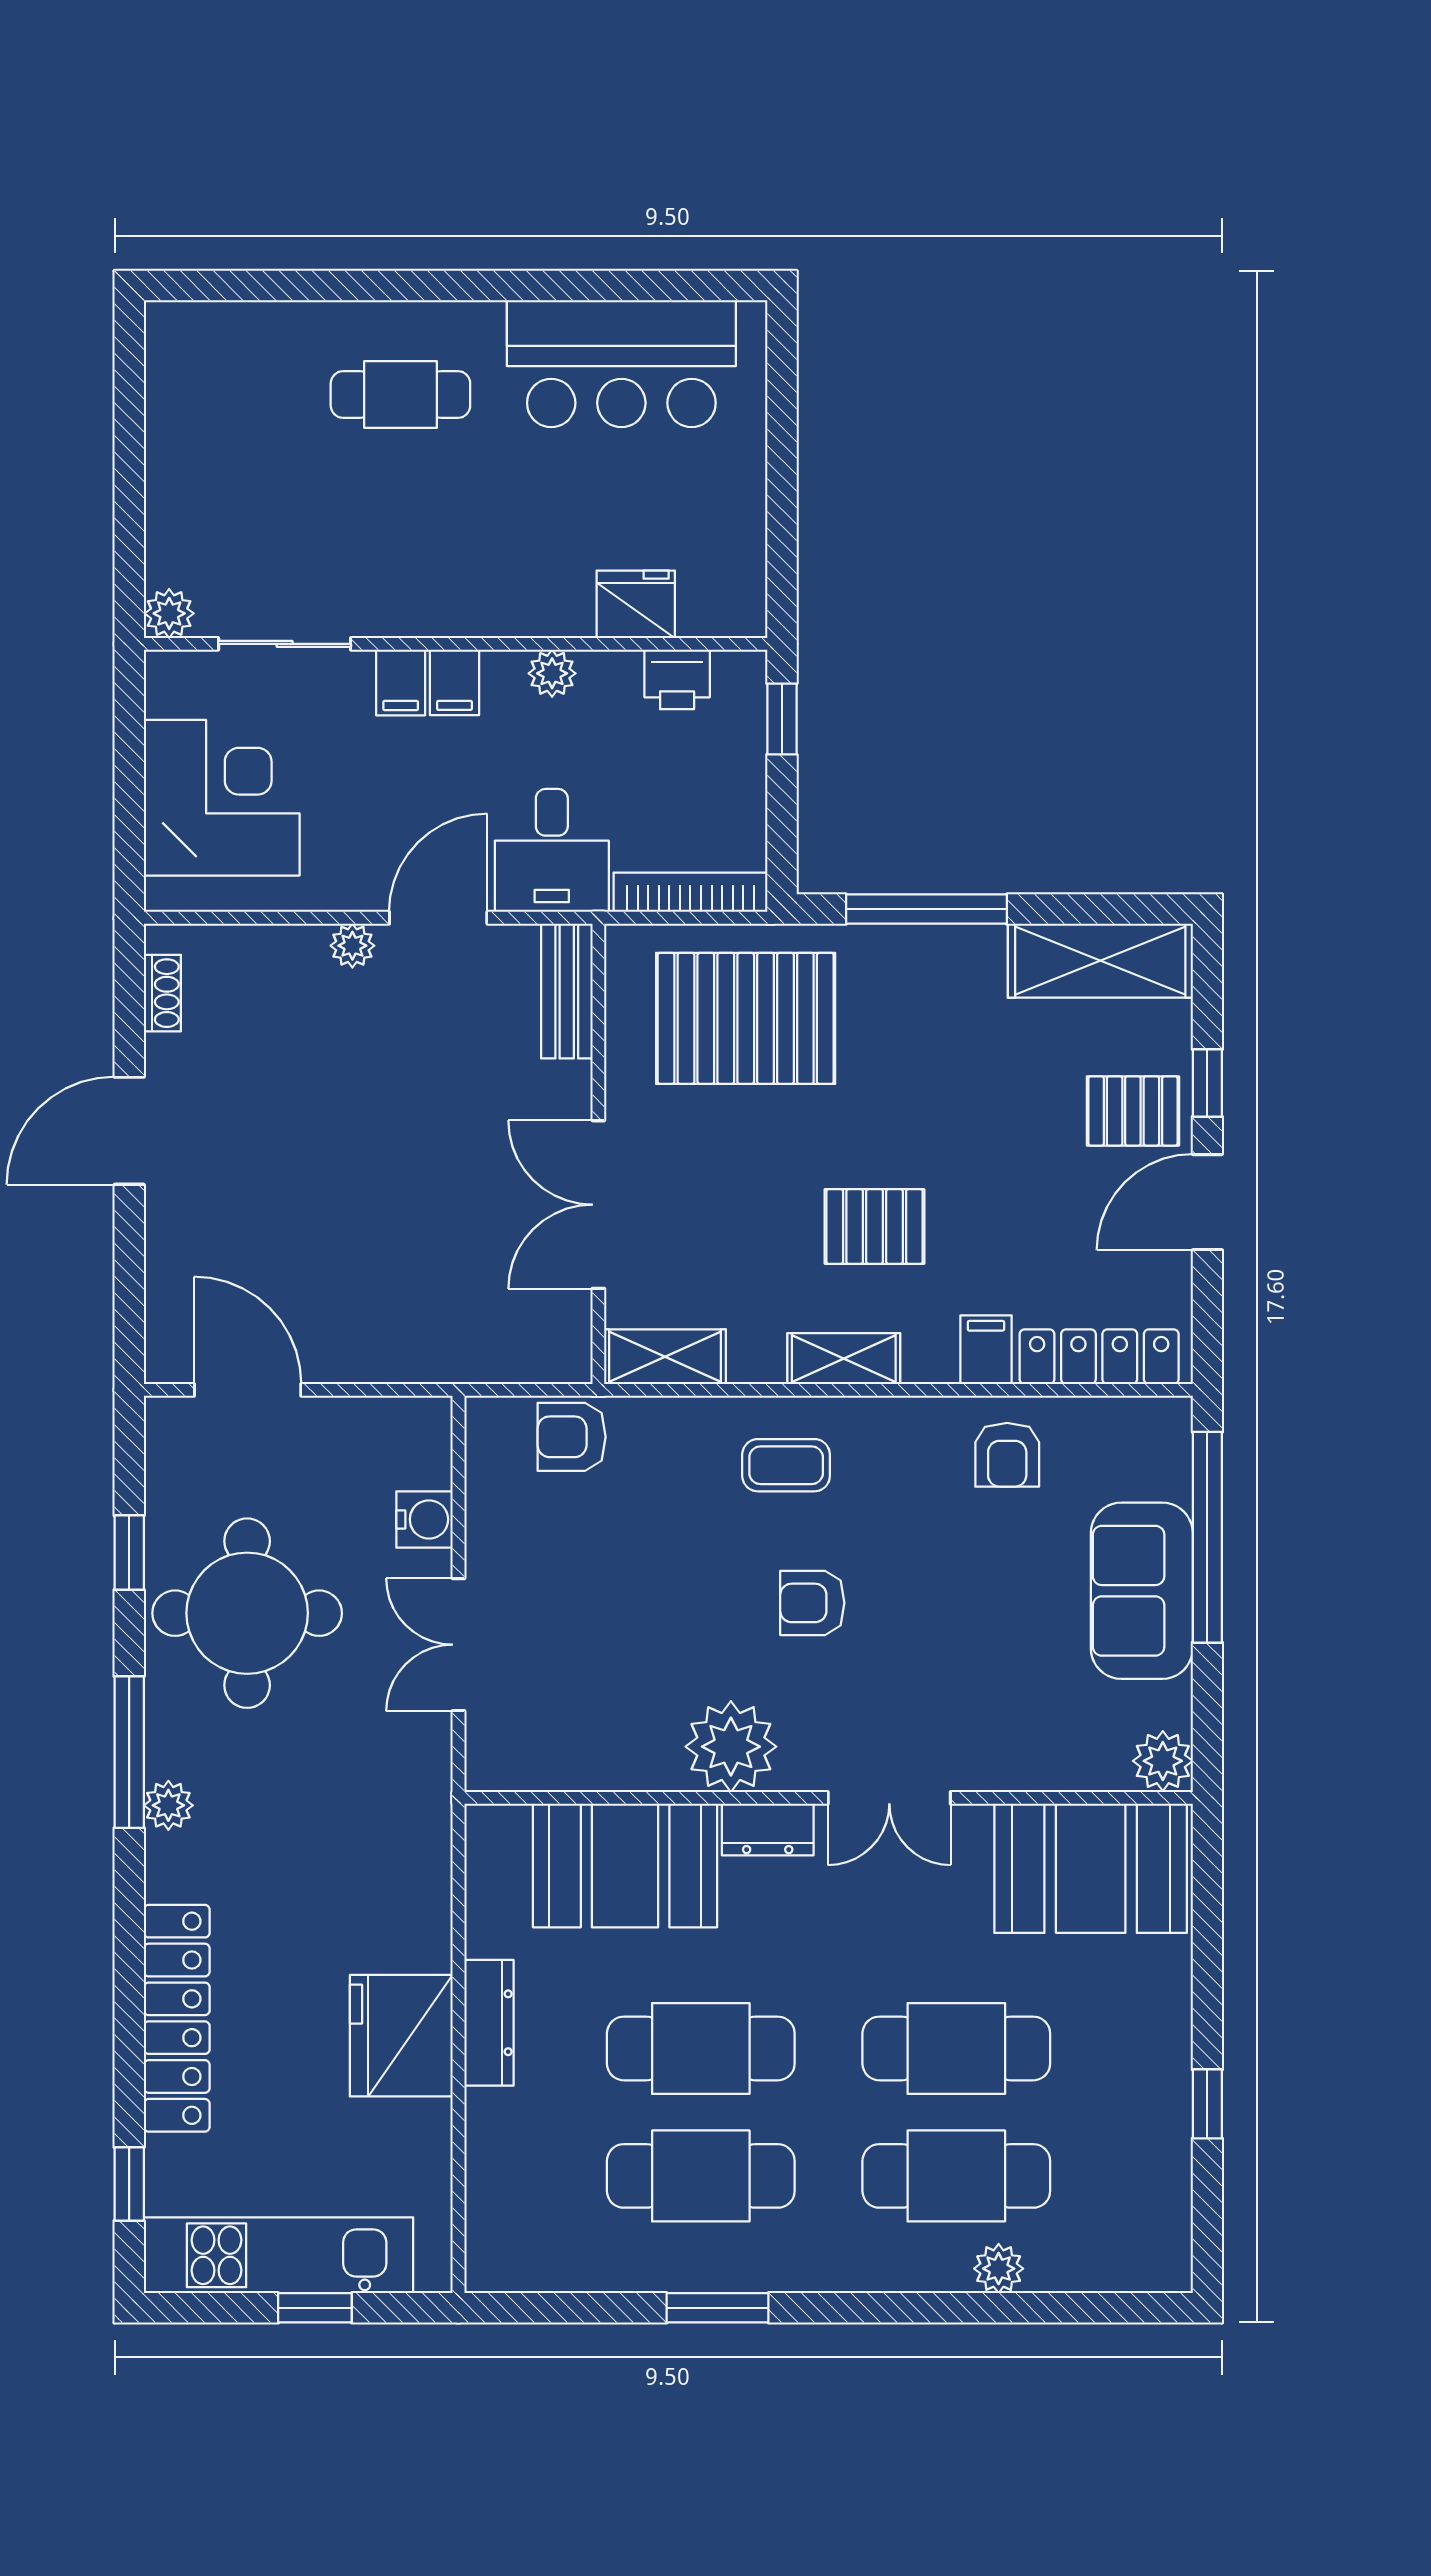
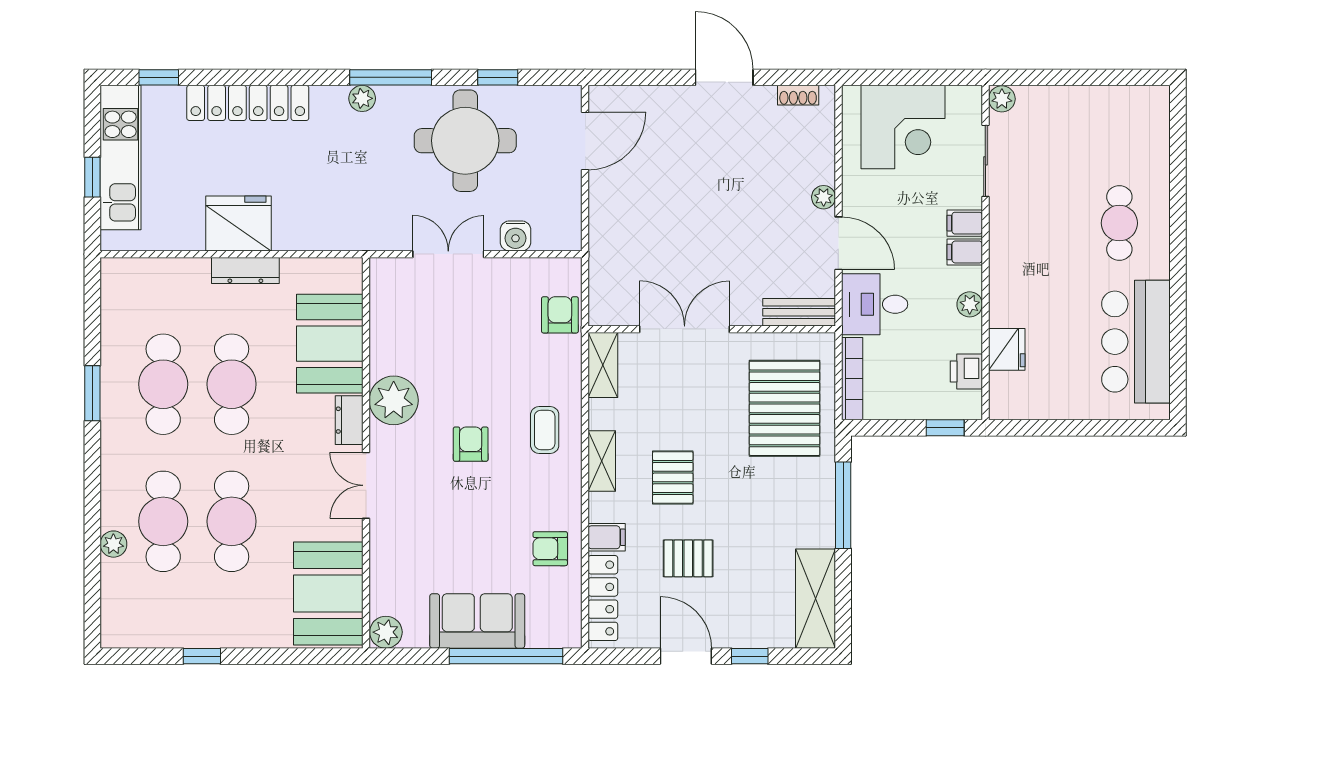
pallet: (1133, 1111) -> (688, 558), moved, turned 90

